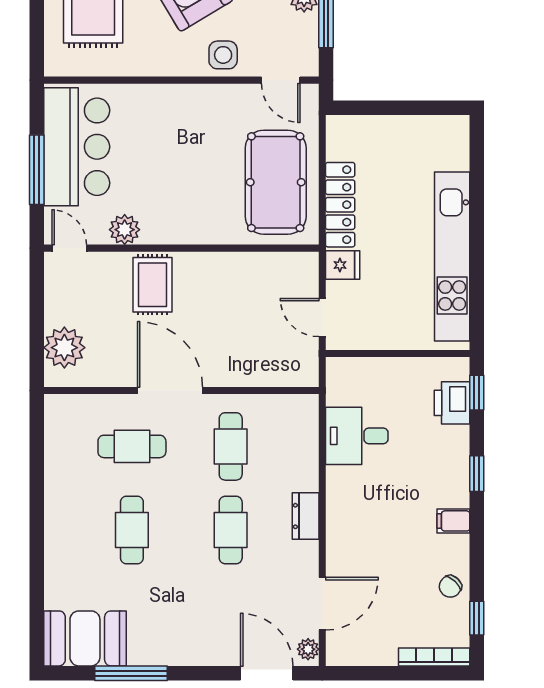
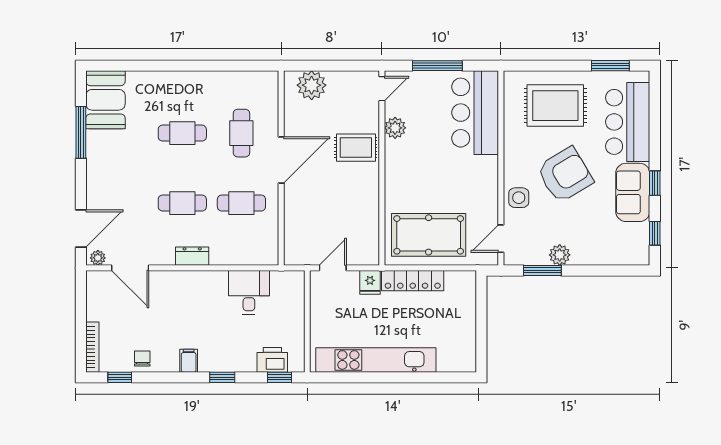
bar counter: (77, 147) -> (475, 113), moved, turned 90
chair: (450, 586) -> (142, 359), turned 47

